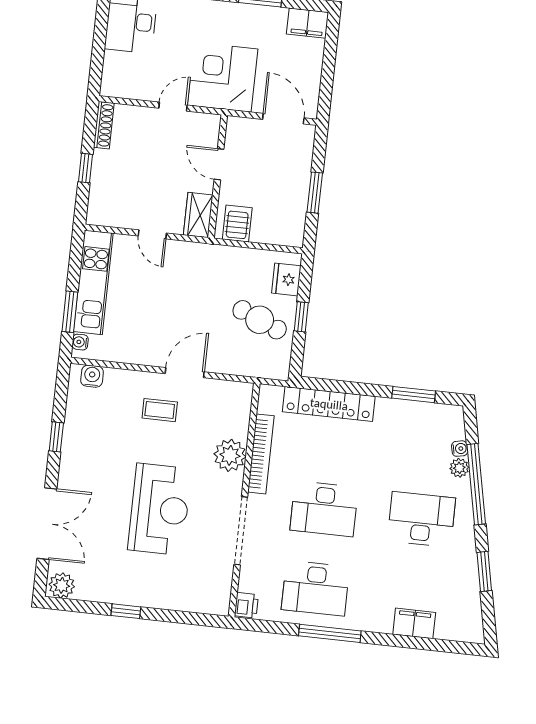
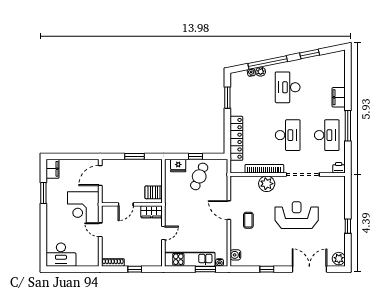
filing cabinet: (414, 623) -> (339, 97), moved

